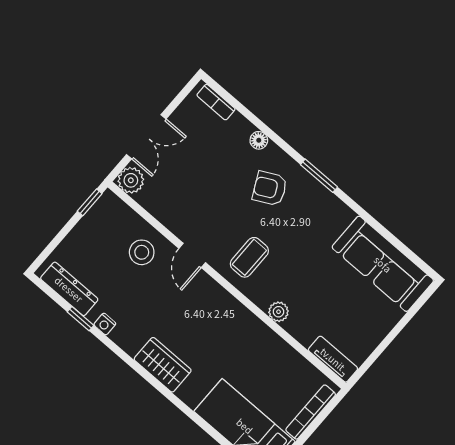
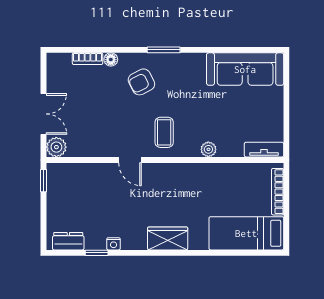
bookcase: (216, 102) -> (88, 59), moved
stool: (142, 252) -> (99, 184), removed
dresser: (69, 289) -> (68, 241), width x0.70

